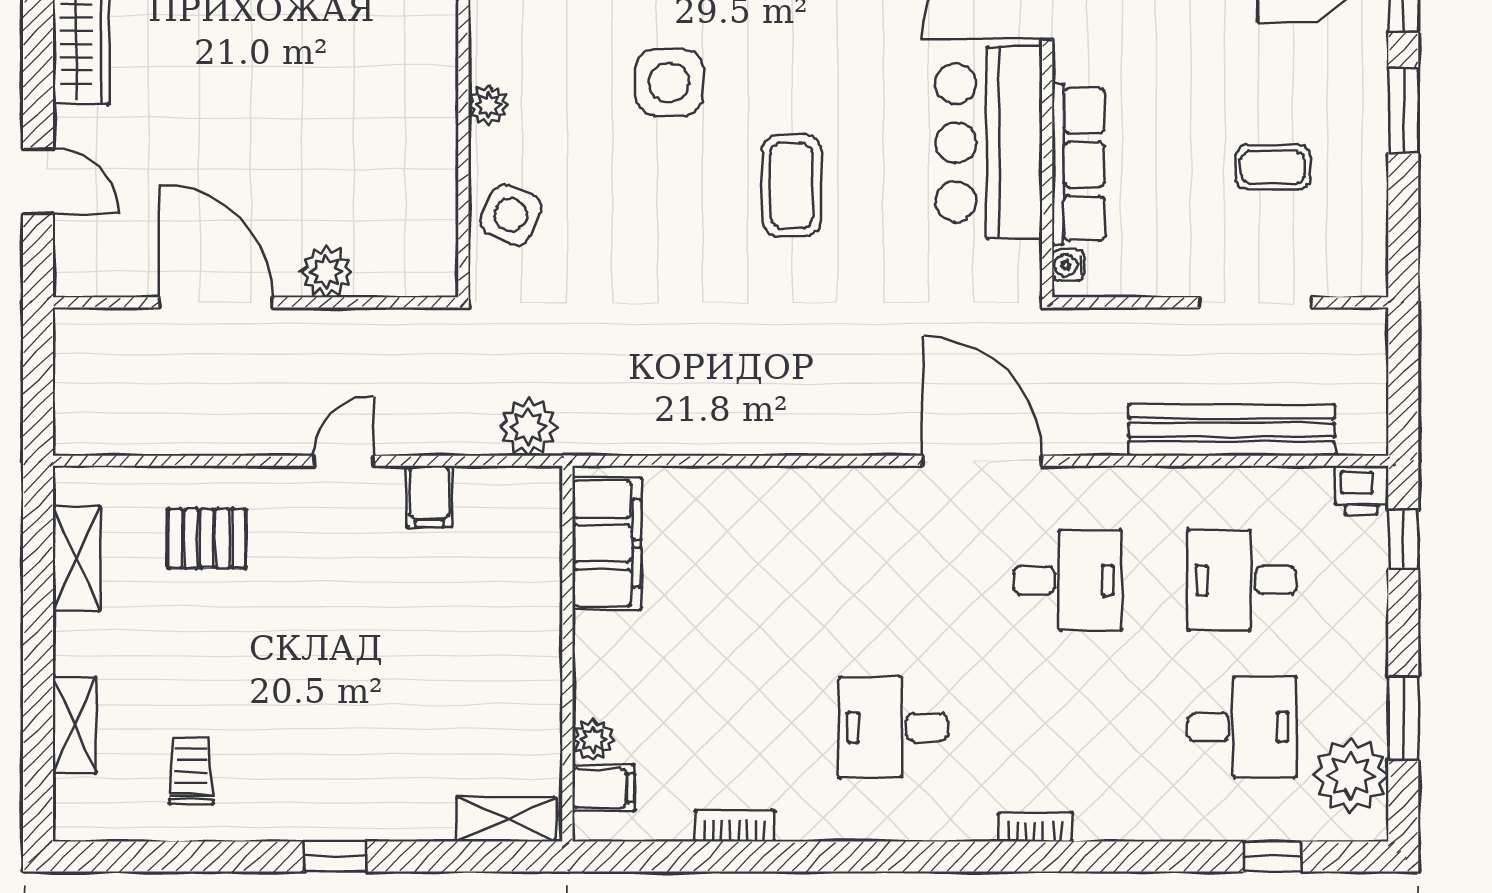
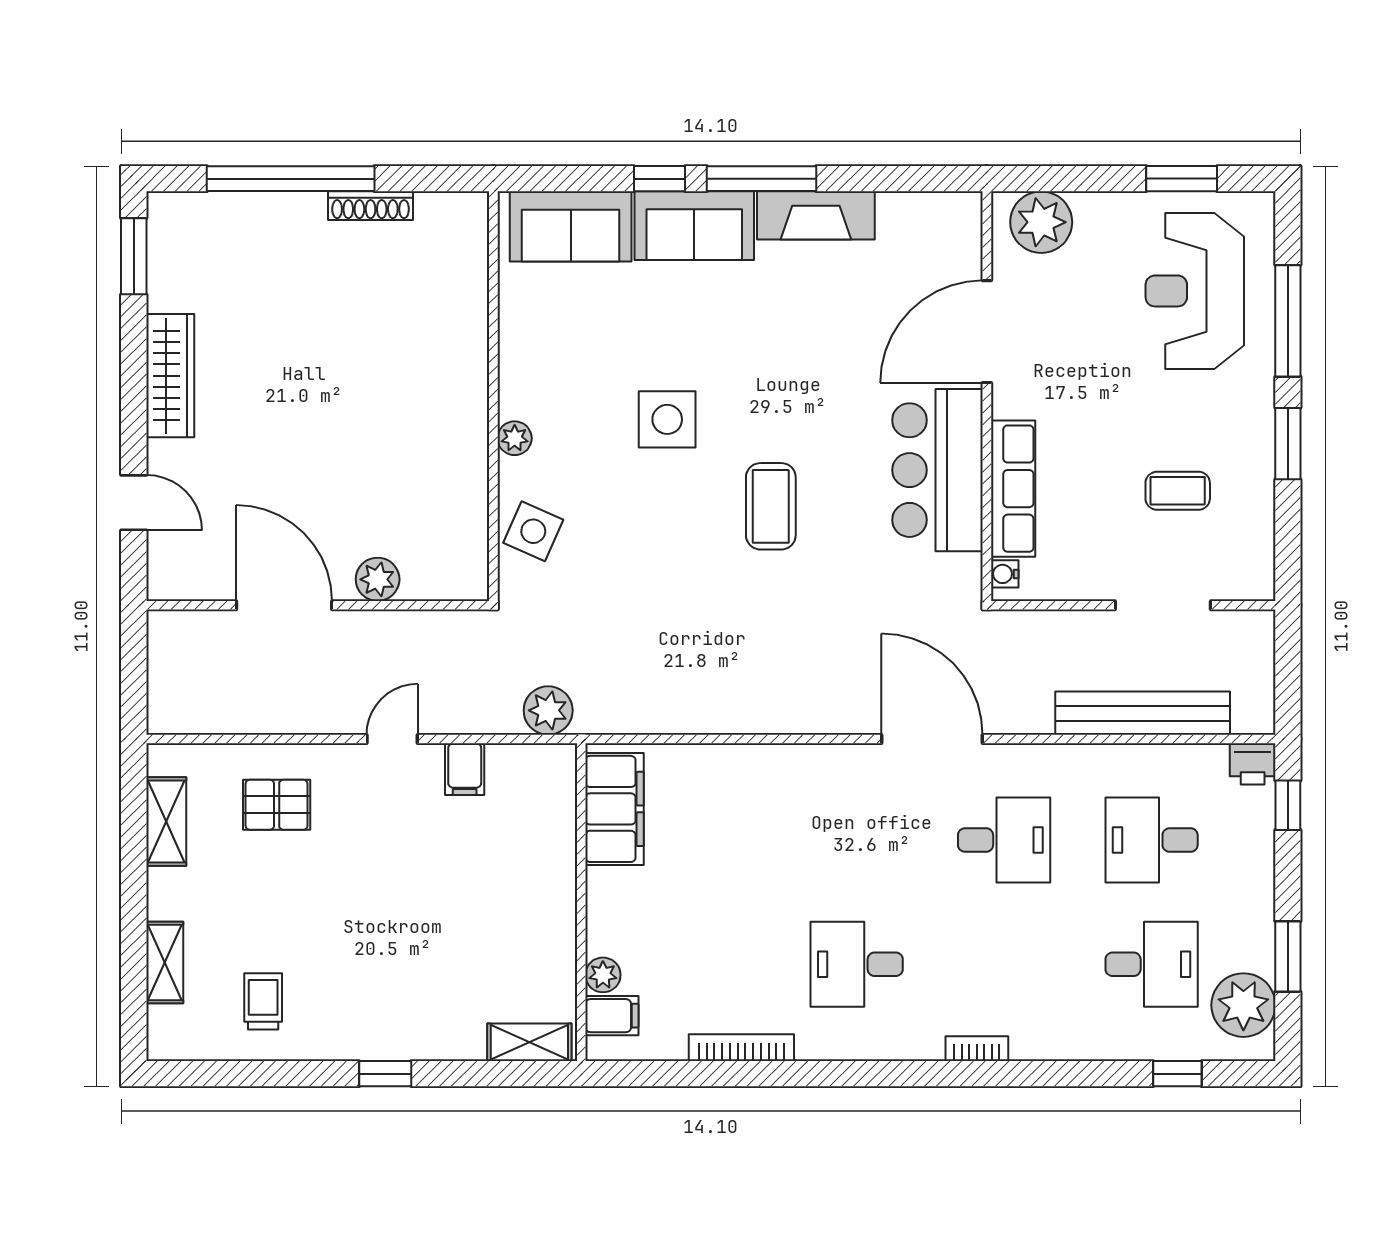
bookcase: (735, 826) -> (741, 1048), width x1.56

